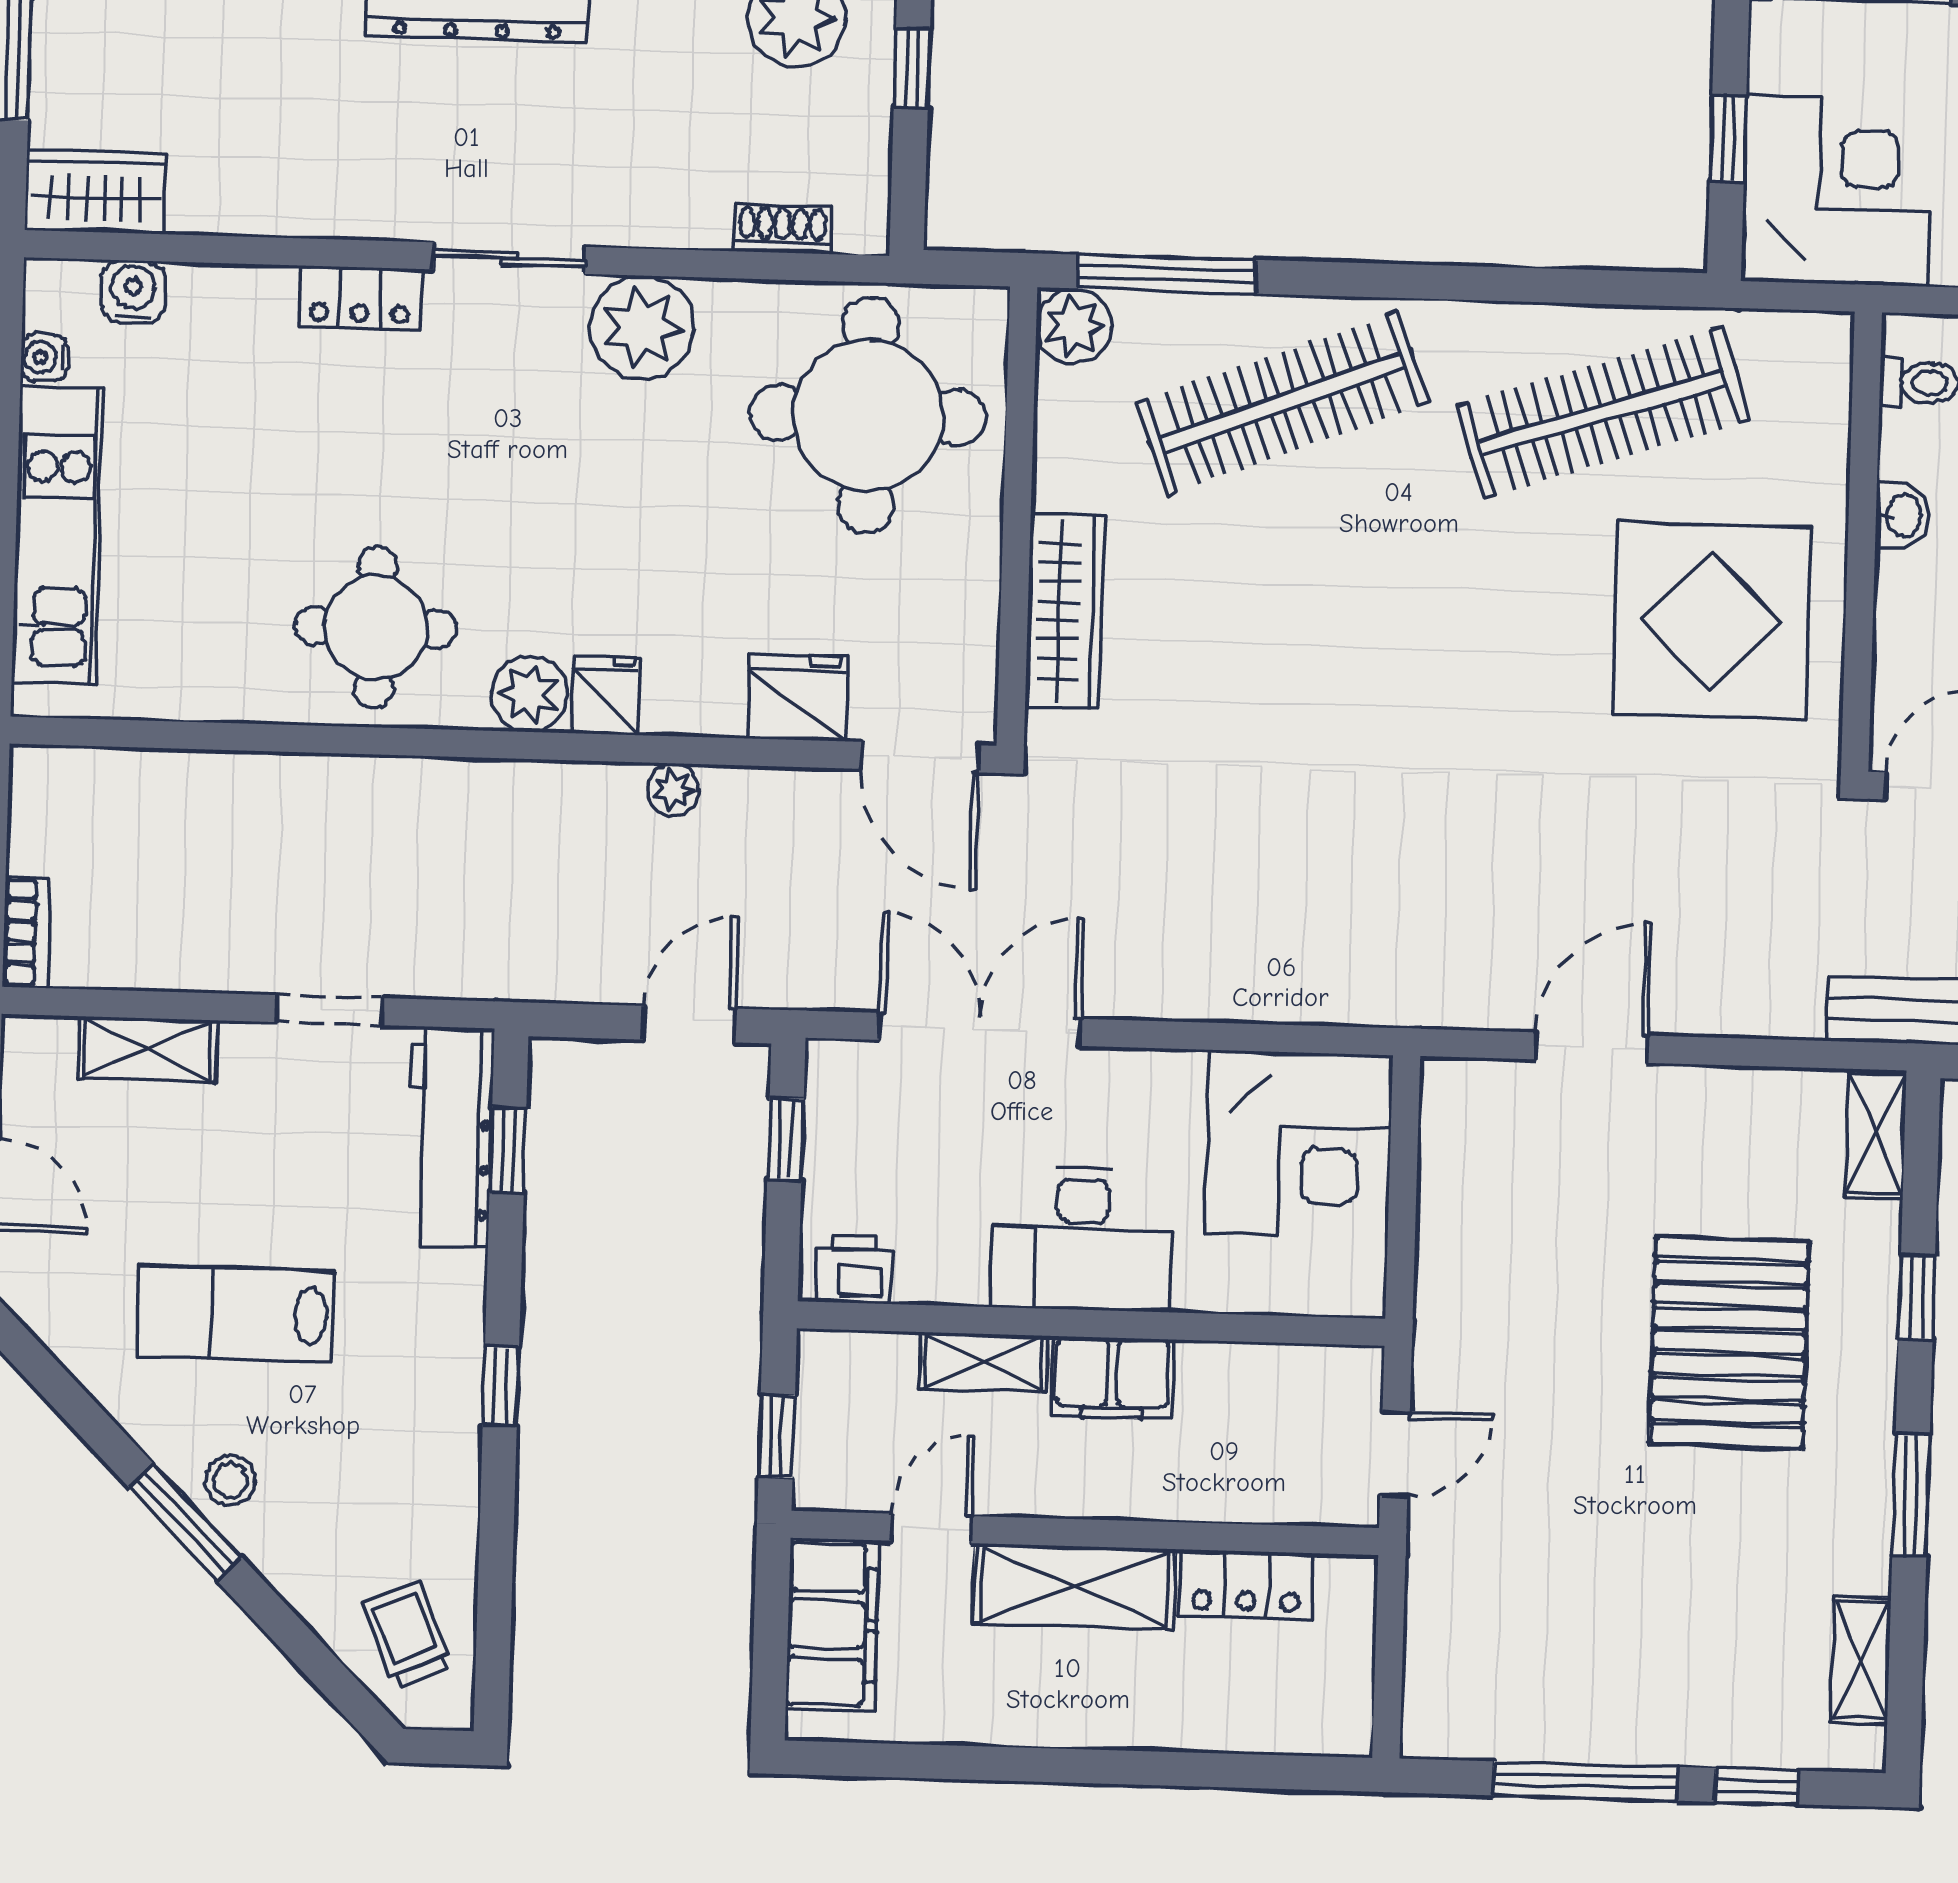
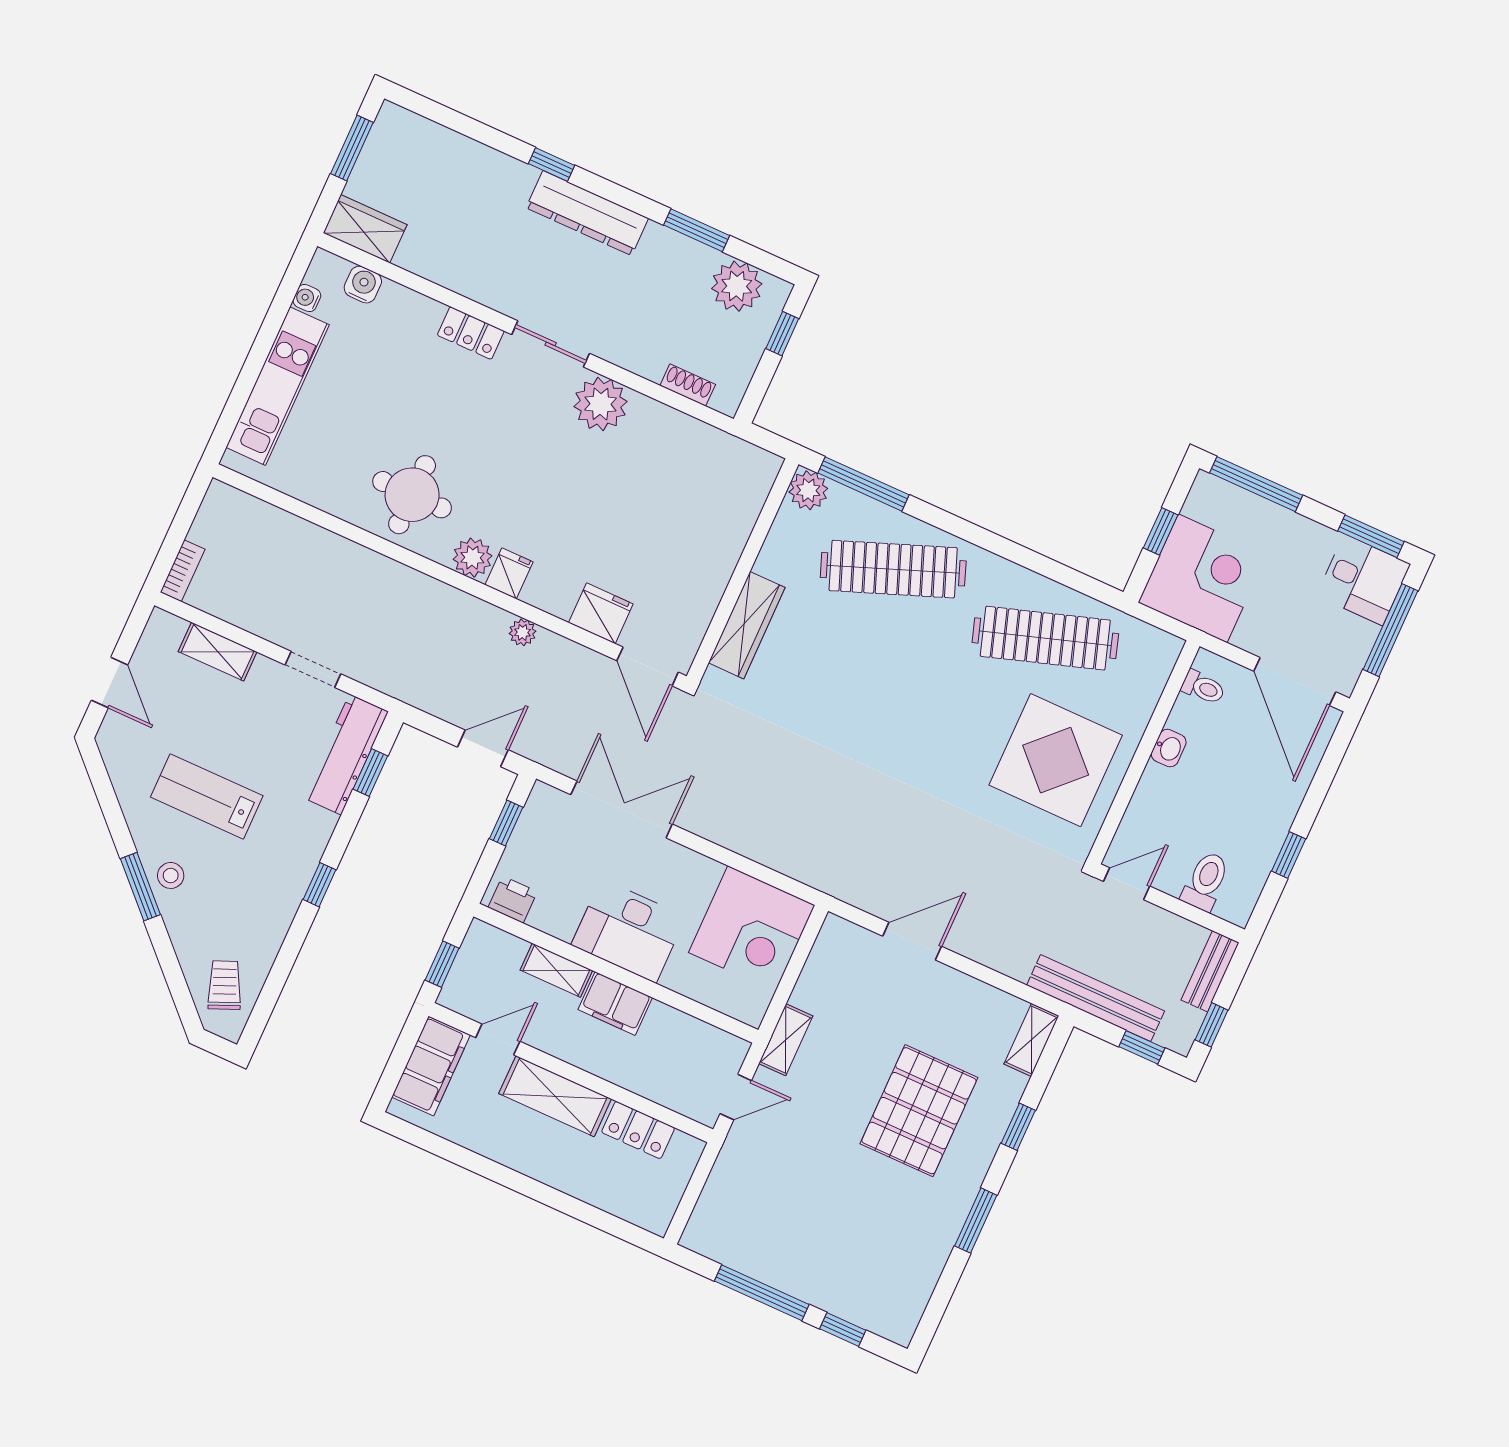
round table: (868, 415) -> (691, 492), removed
shelving: (1861, 1660) -> (786, 1040), moved

